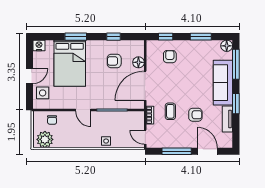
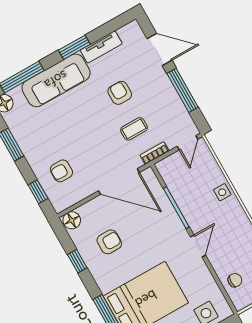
armchair: (114, 61) -> (109, 242), turned -90
floor lamp: (138, 62) -> (72, 220), moved
door: (207, 151) -> (159, 49), swing flipped

